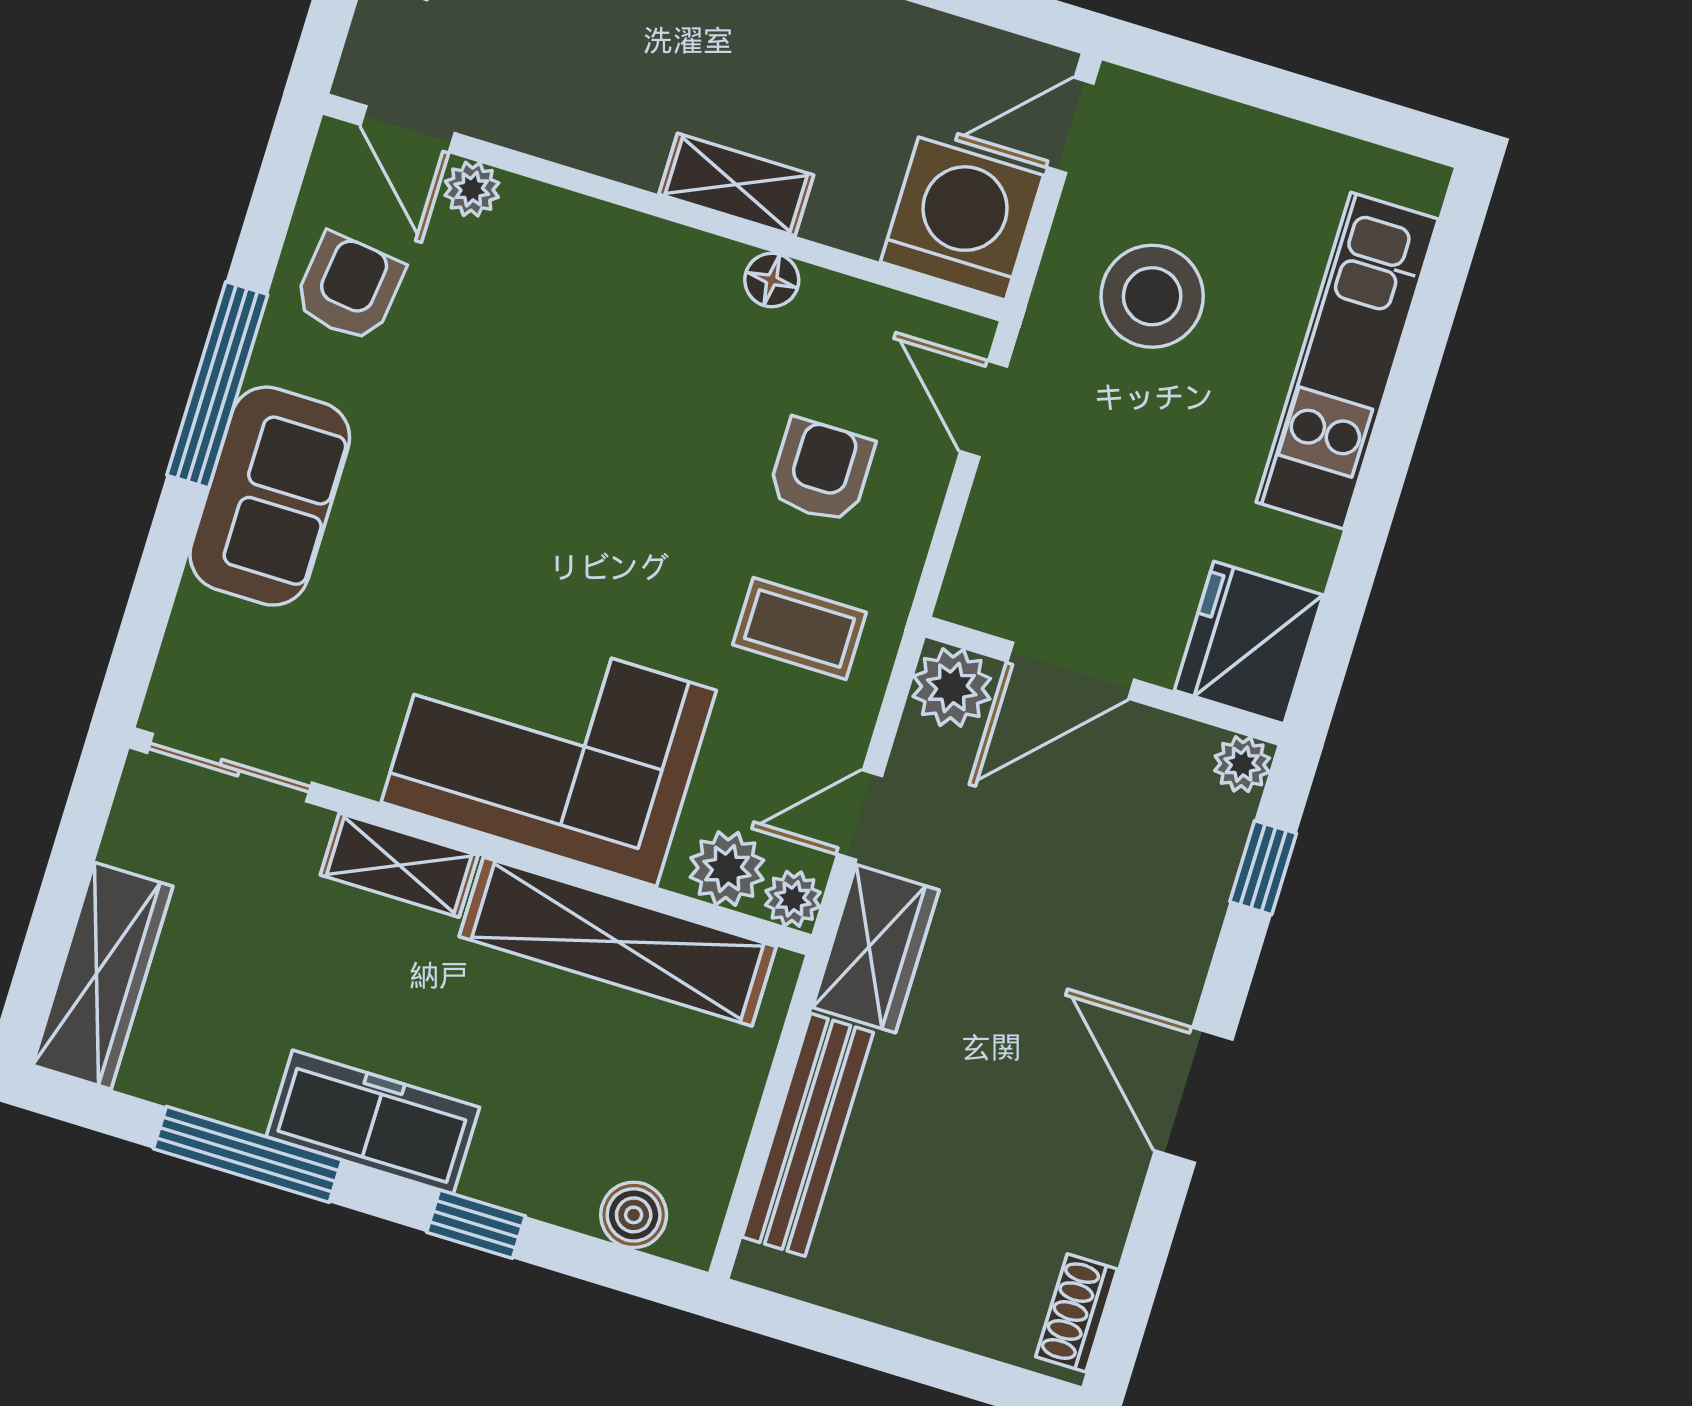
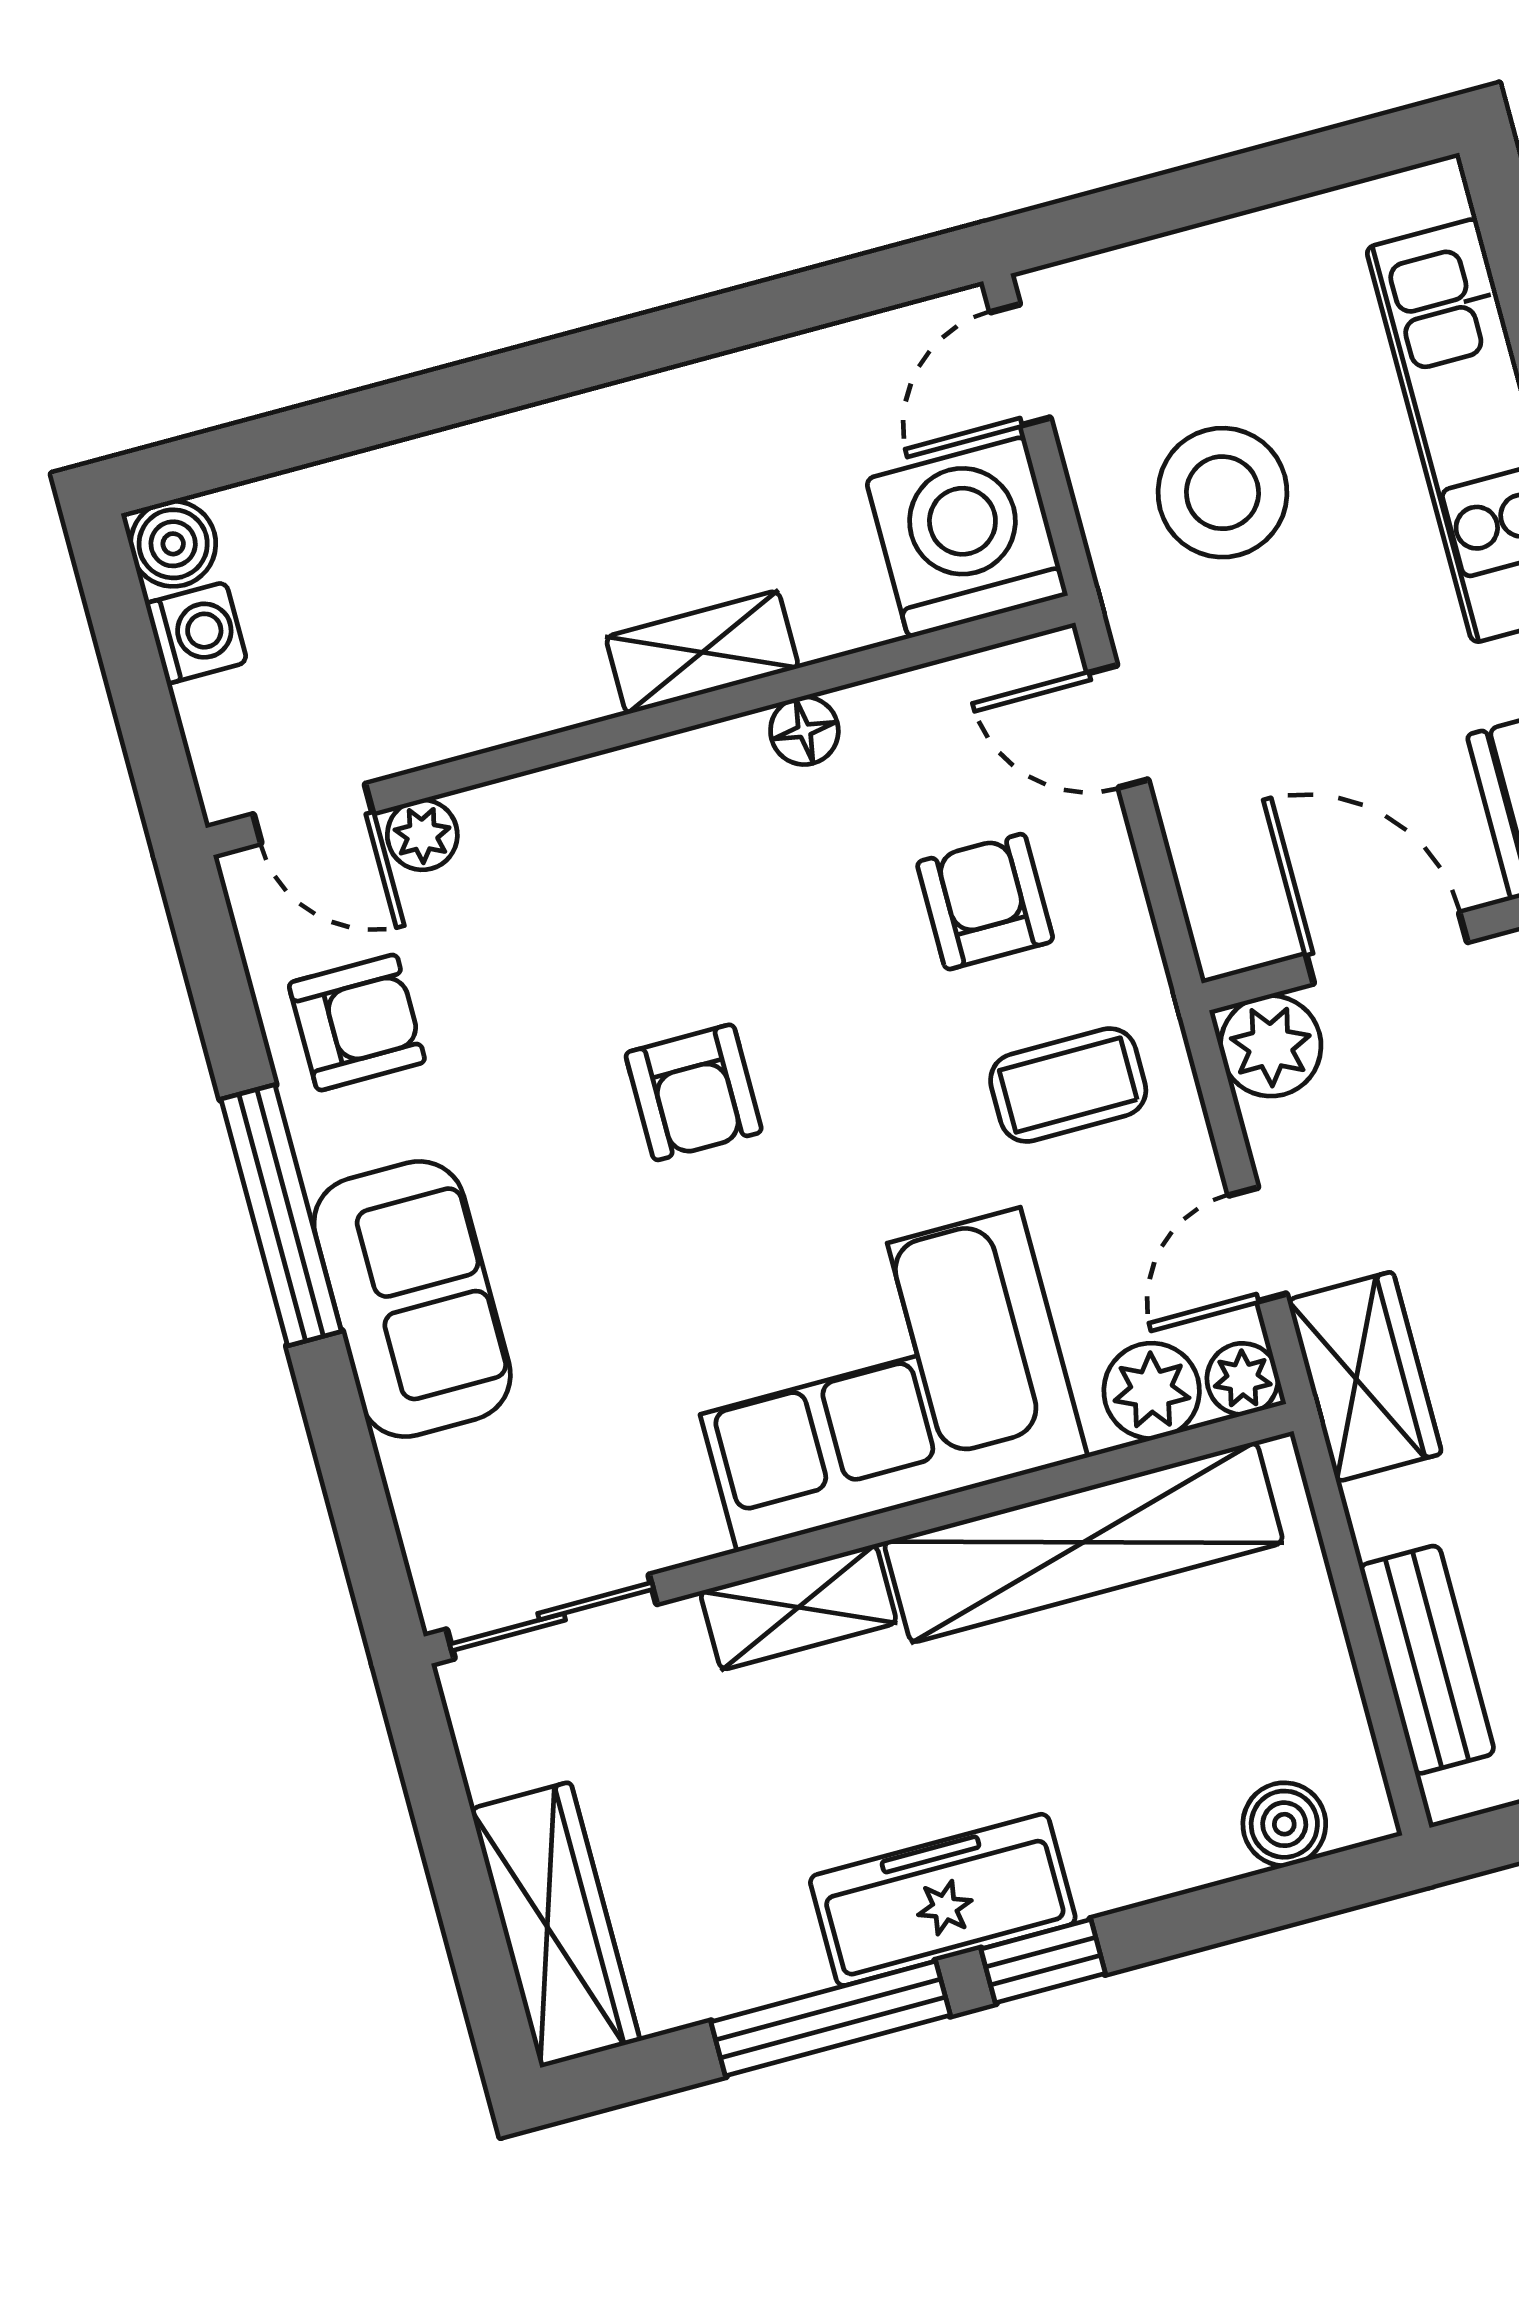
armchair: (349, 287) -> (357, 1023), turned 83
armchair: (545, 476) -> (694, 1092), added
door: (1071, 671) -> (1387, 948), swing flipped
bench: (808, 1135) -> (1427, 1660), width x0.73
window: (476, 1224) -> (1043, 1961), moved

